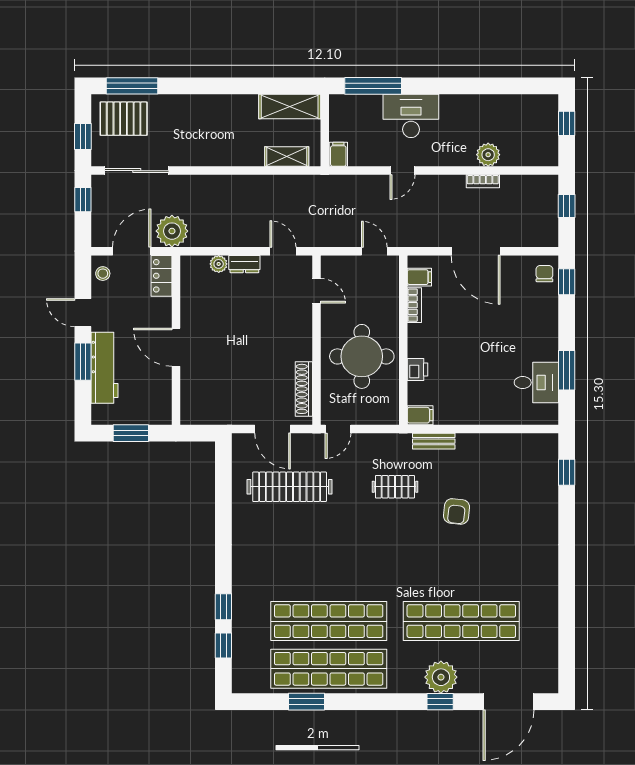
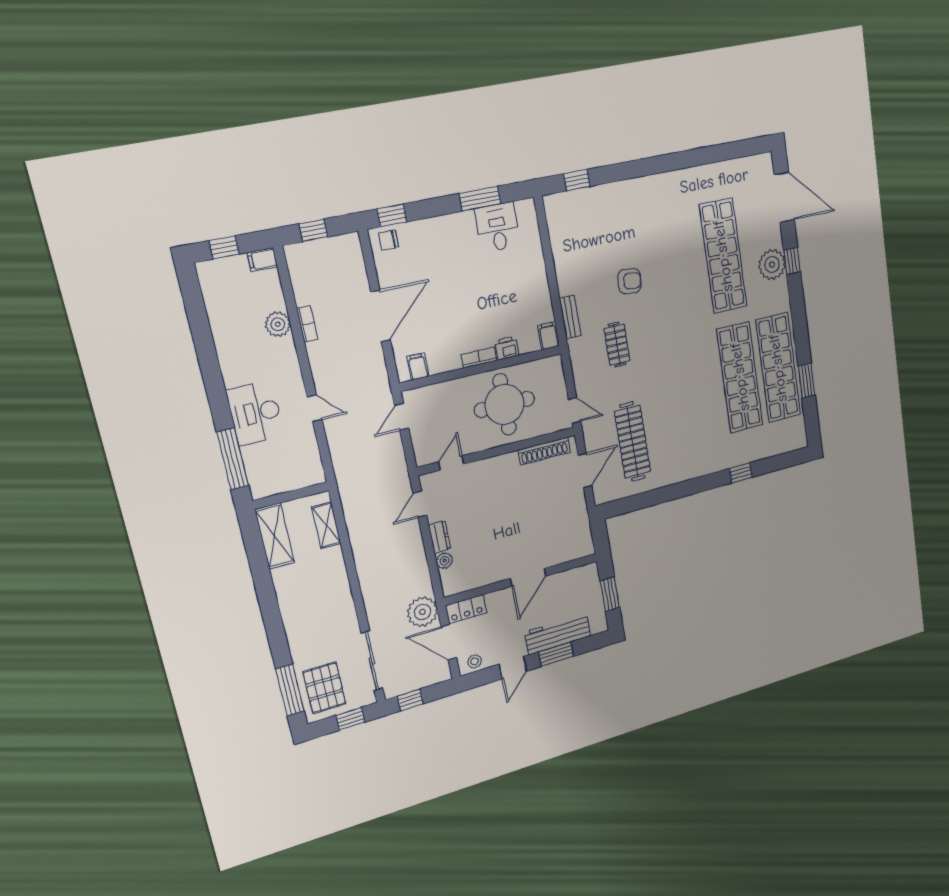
filing cabinet: (338, 154) -> (262, 260), moved
bookcase: (414, 305) -> (479, 358), moved
window: (223, 646) -> (772, 464), removed

